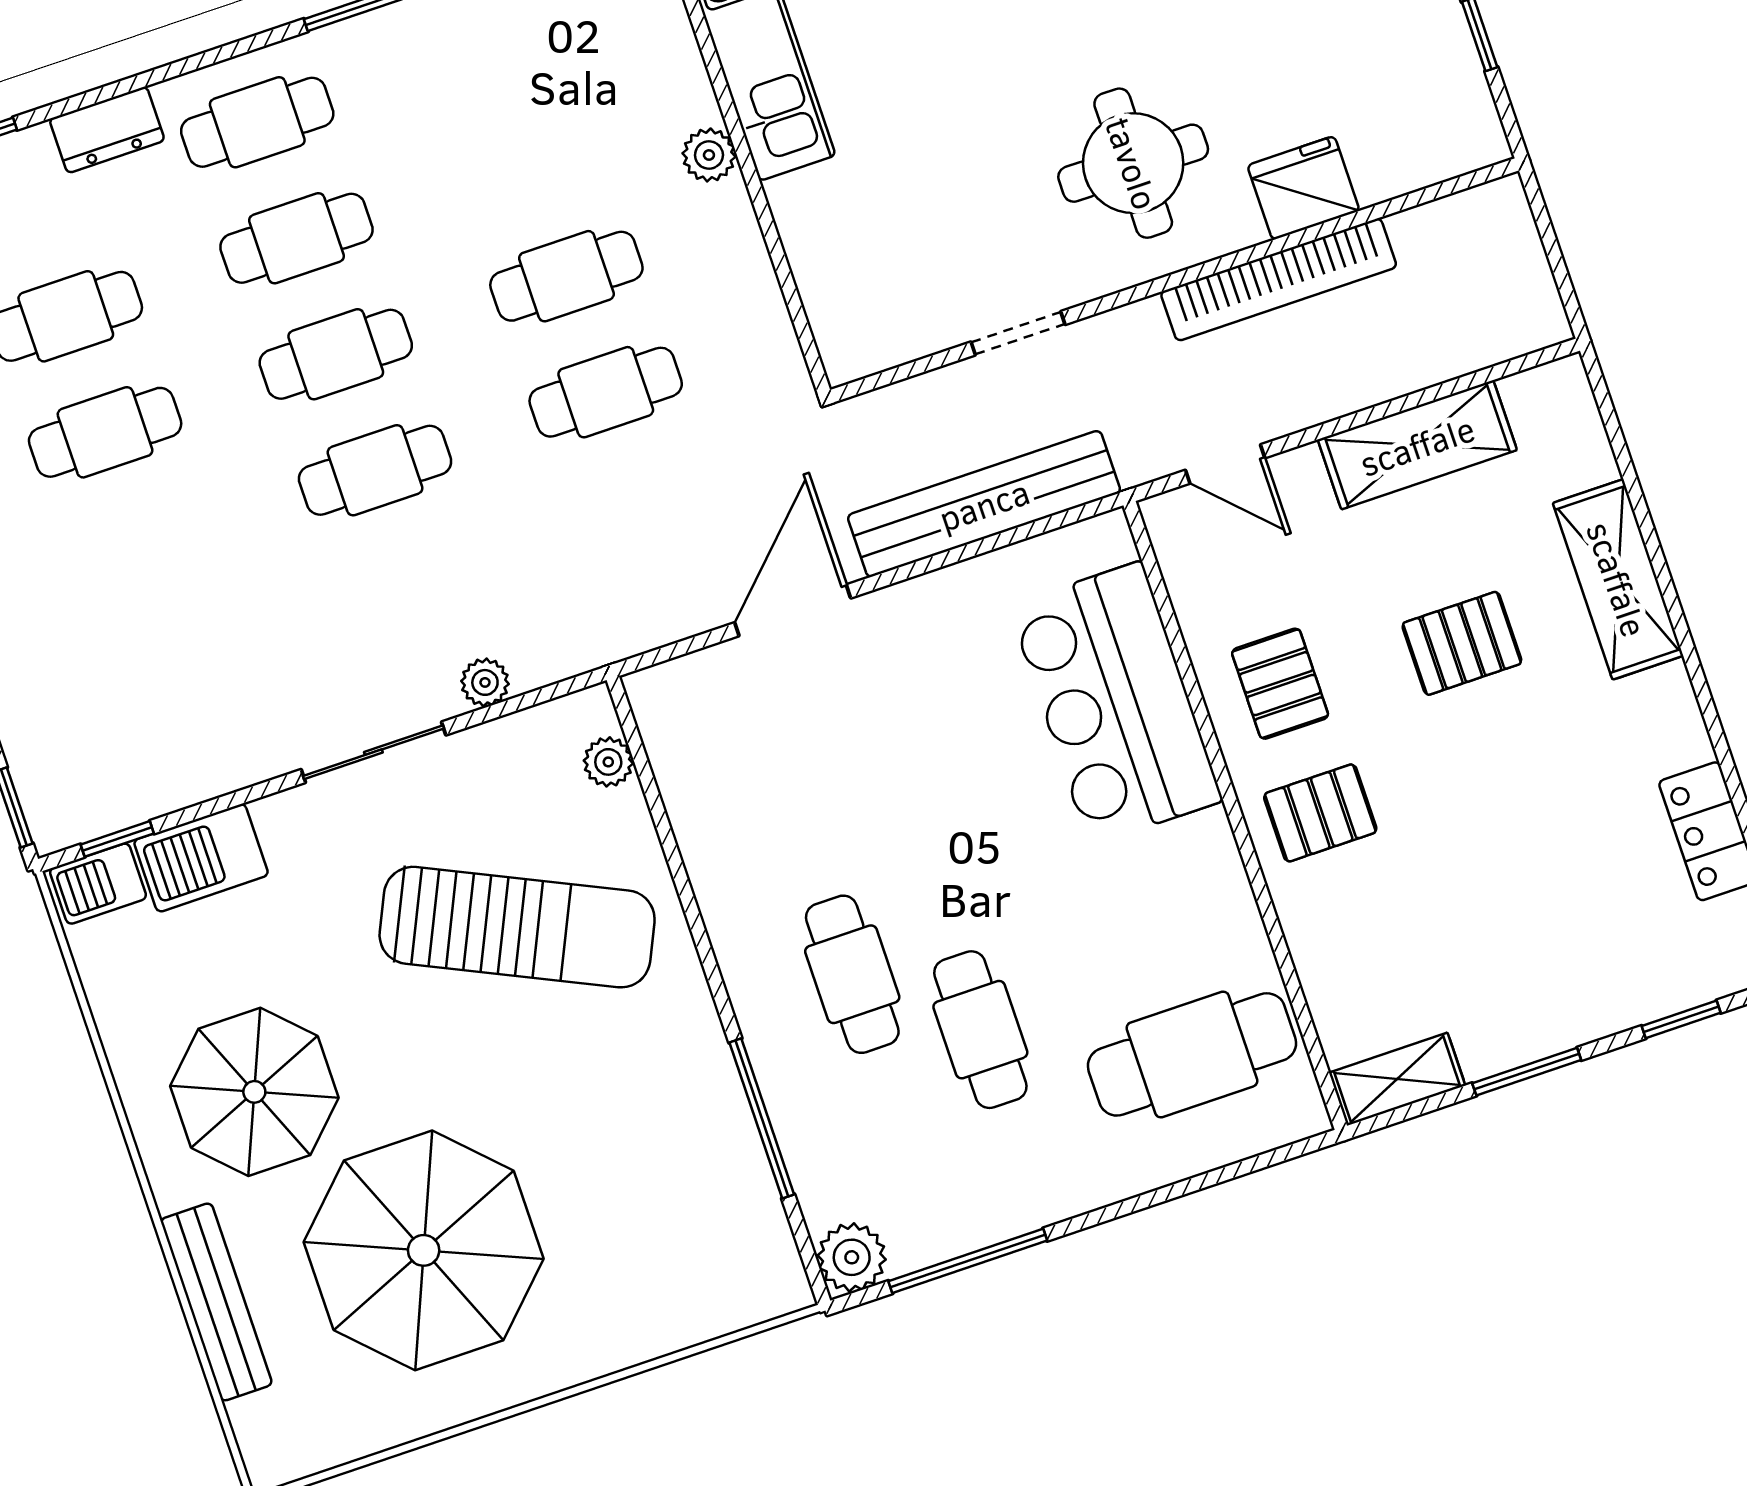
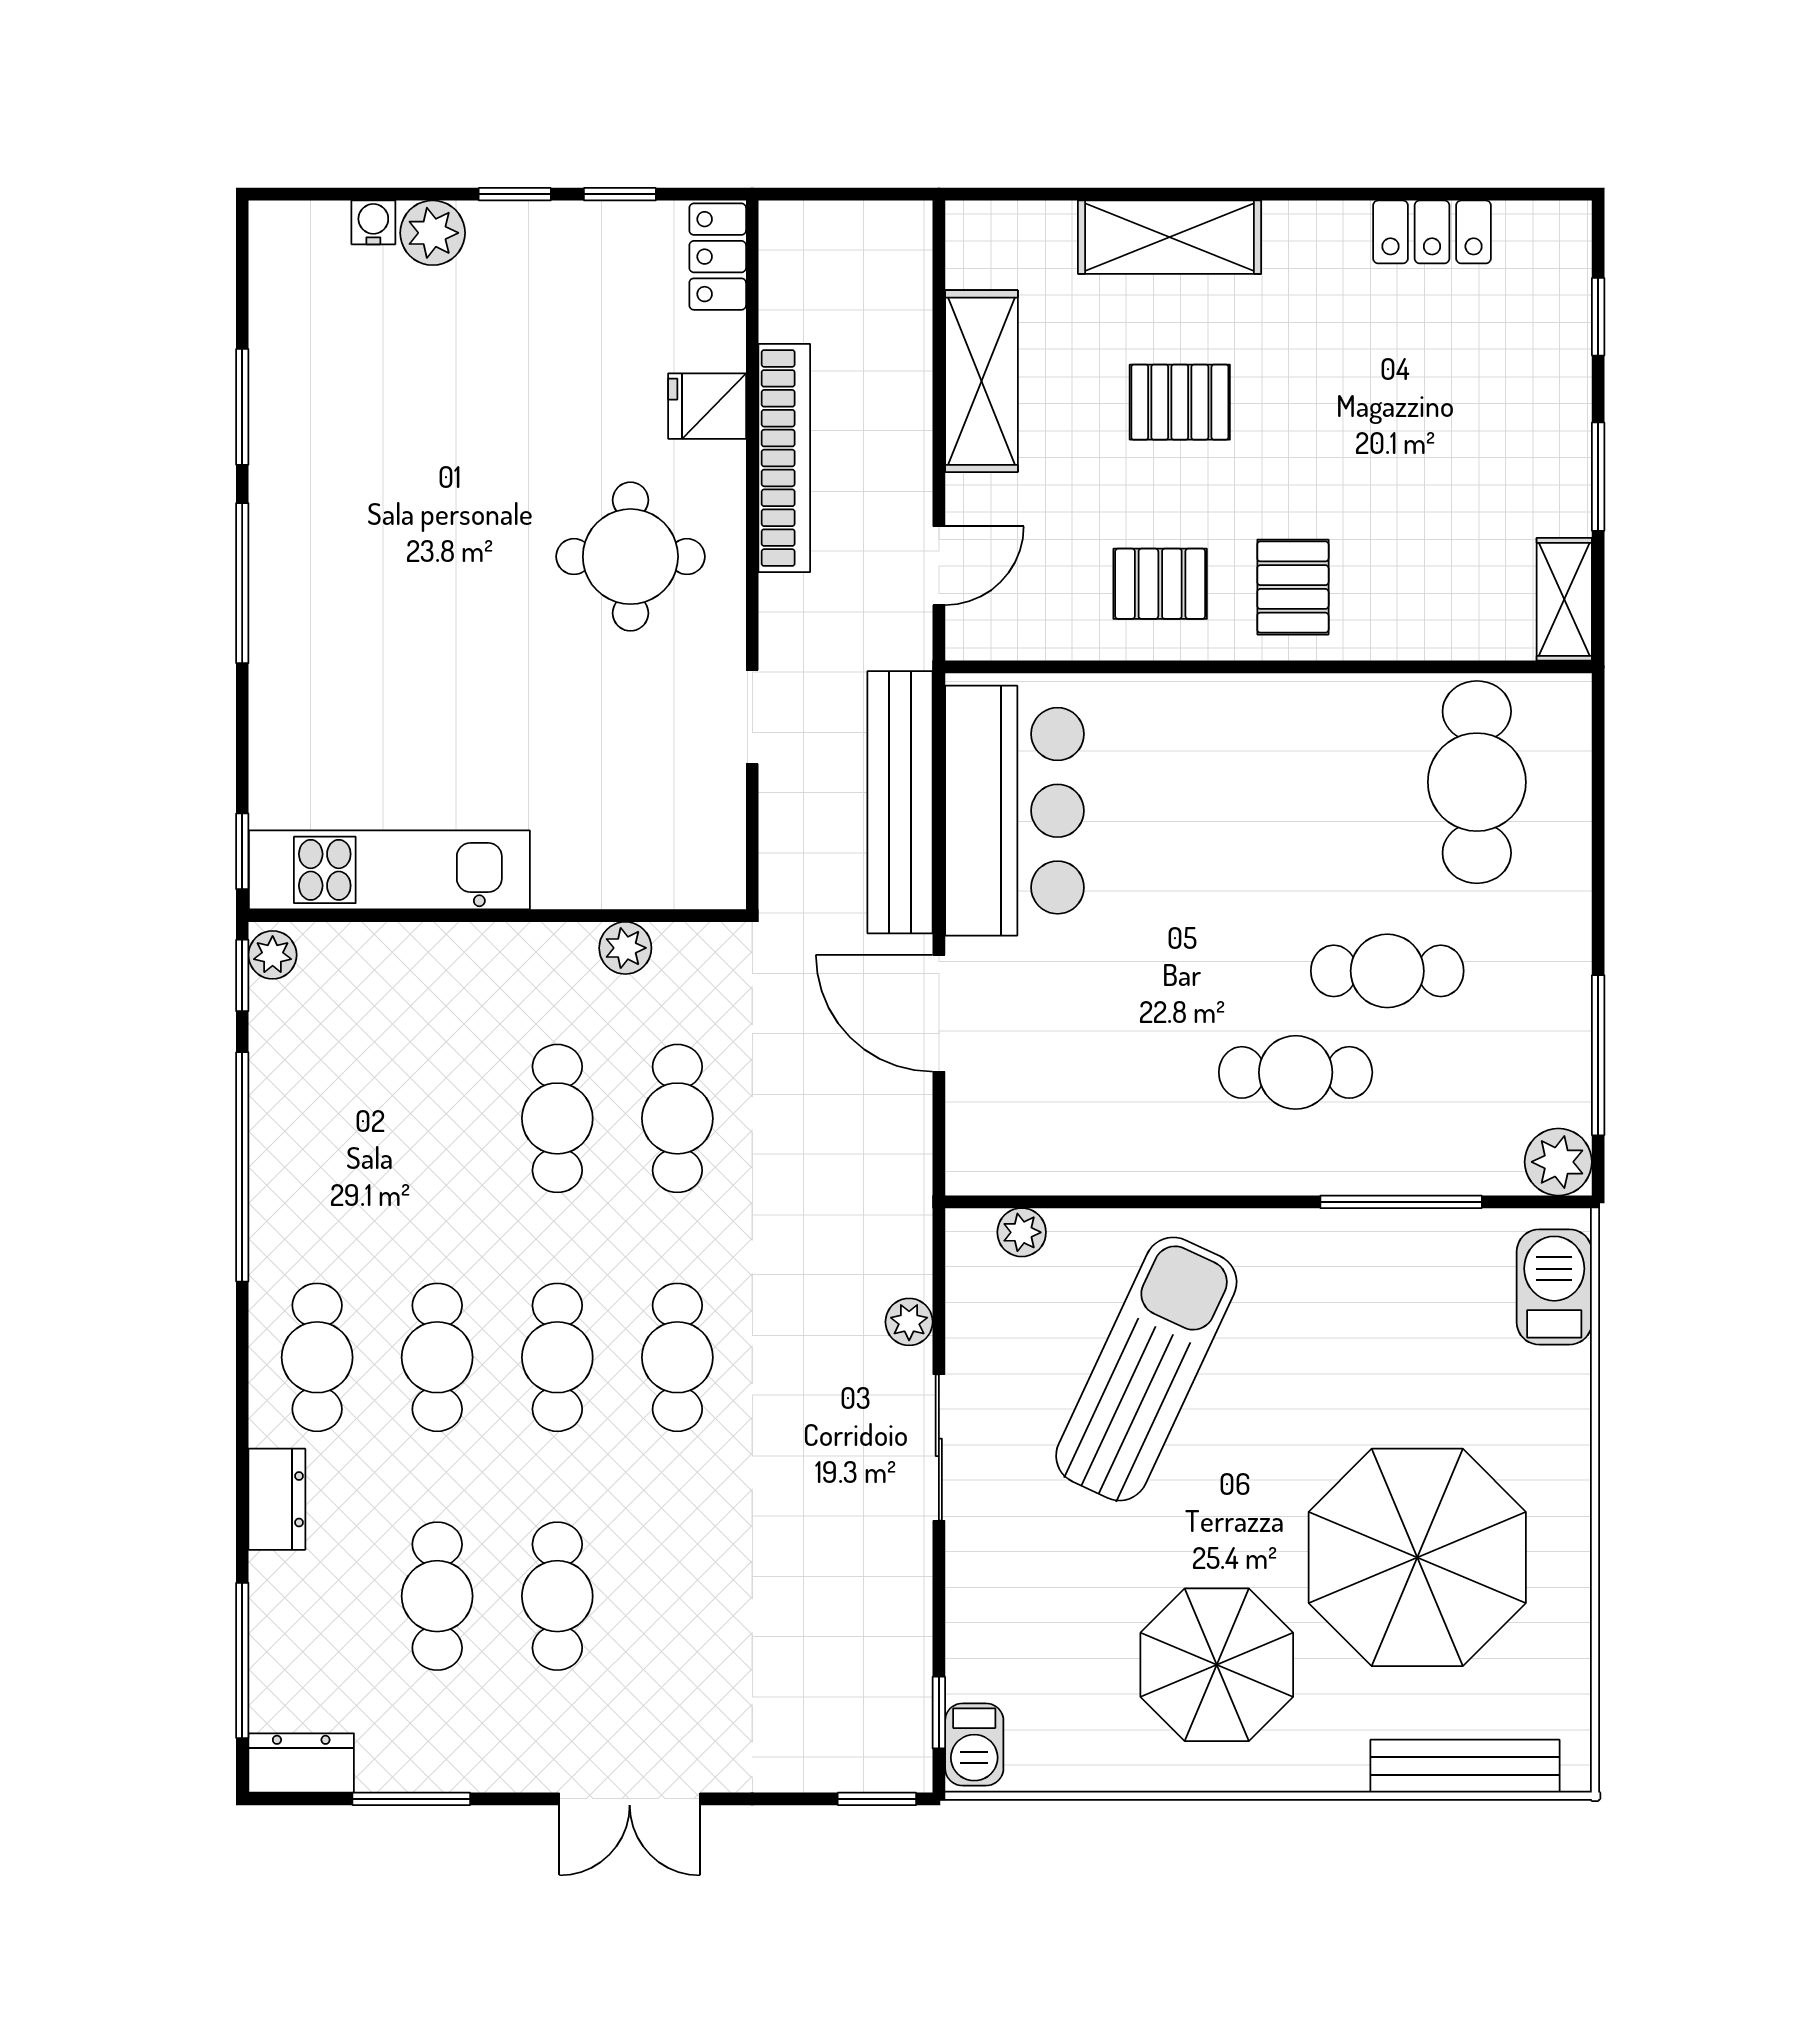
locker: (1451, 149) -> (718, 257), added
plant: (709, 155) -> (625, 948), moved
fridge: (1303, 188) -> (707, 406), width x0.72
pallet: (1462, 643) -> (1180, 402), turned 90
bar counter: (1116, 703) -> (1014, 811), moved, turned -90
barbecue: (201, 858) -> (1554, 1287), moved, turned 180
bench: (216, 1302) -> (1465, 1766), moved

